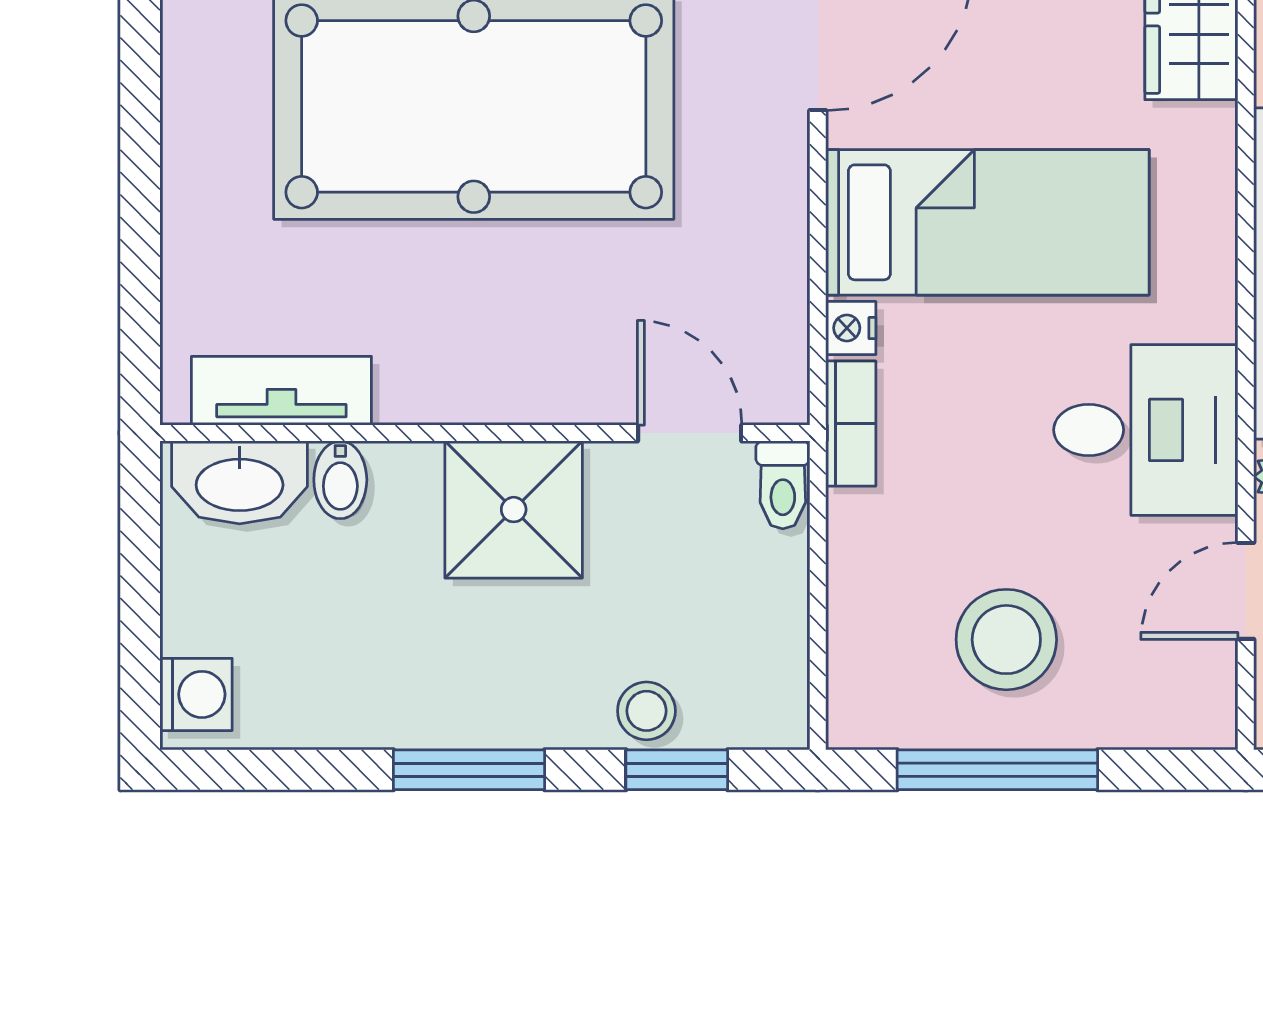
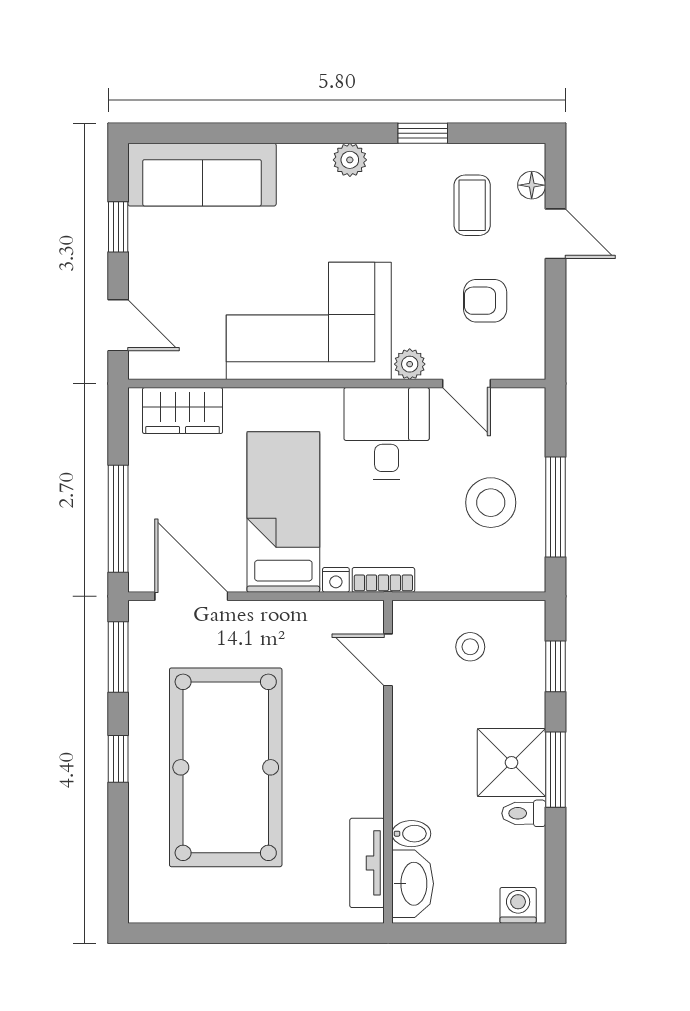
door: (690, 433) -> (388, 660), hinge flipped
toilet: (783, 485) -> (524, 813), moved, turned 180
shower: (514, 510) -> (512, 763), moved
stool: (646, 711) -> (470, 647), moved

